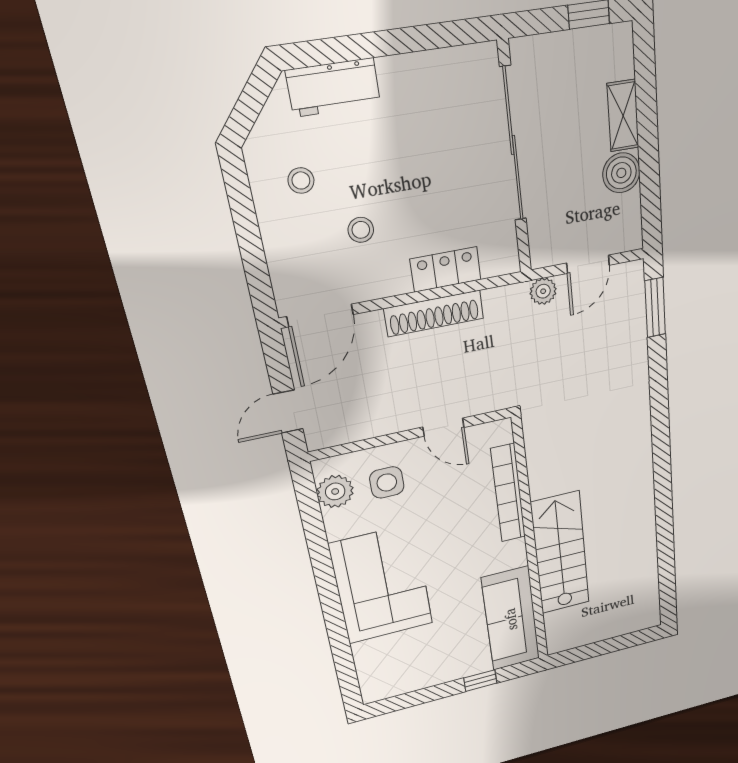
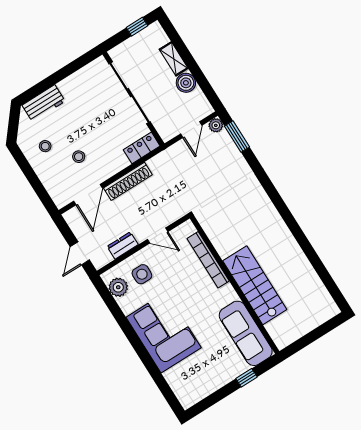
locker: (446, 269) -> (142, 148), moved
plant: (543, 291) -> (216, 125), moved
door: (320, 315) -> (88, 195), moved
dresser: (374, 424) -> (123, 245), added

